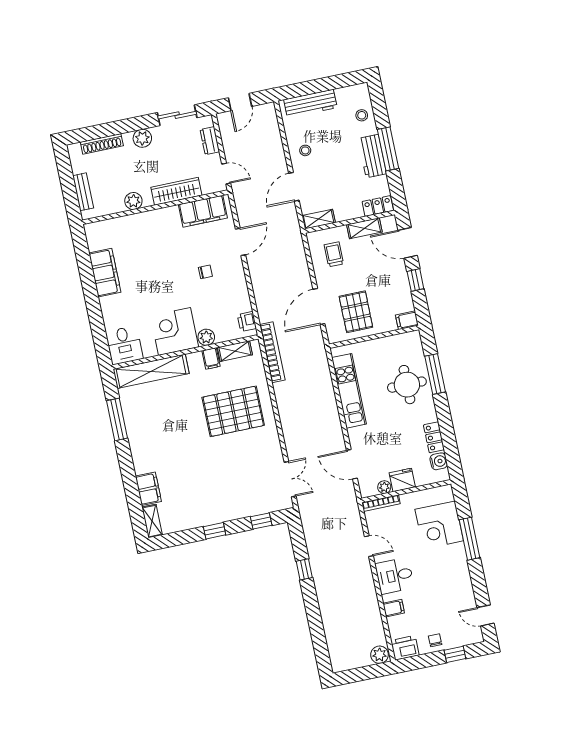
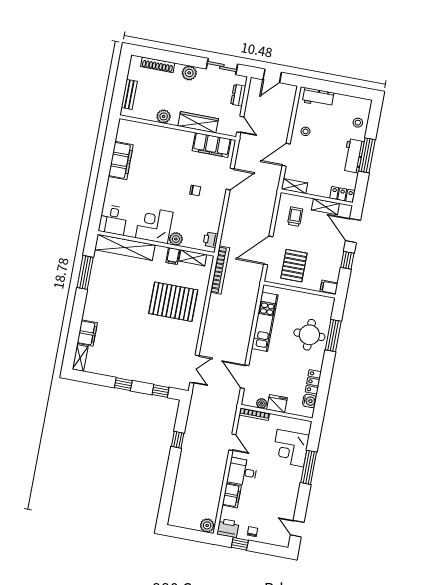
workbench: (310, 104) -> (318, 97), width x0.73
filing cabinet: (394, 608) -> (232, 495), width x2.00
window: (455, 654) -> (240, 544), moved

